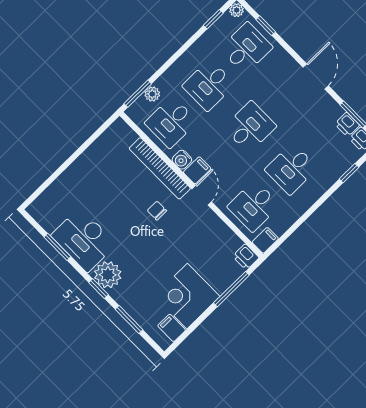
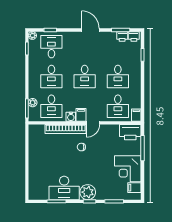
desk: (250, 127) -> (85, 76), turned 180
door: (202, 195) -> (93, 123), swing flipped
printer: (246, 257) -> (130, 132), width x1.87, depth x1.48

